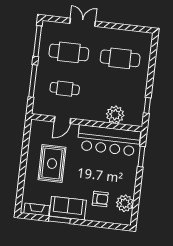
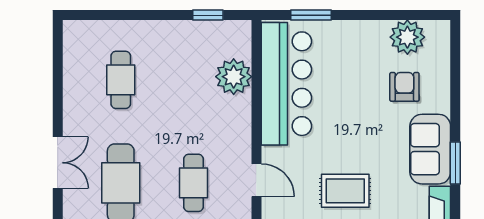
double door: (83, 22) -> (58, 163), swing flipped
cafe table: (120, 58) -> (121, 80), width x0.73, depth x0.74
rug: (52, 164) -> (345, 191), width x0.73, depth x0.70

